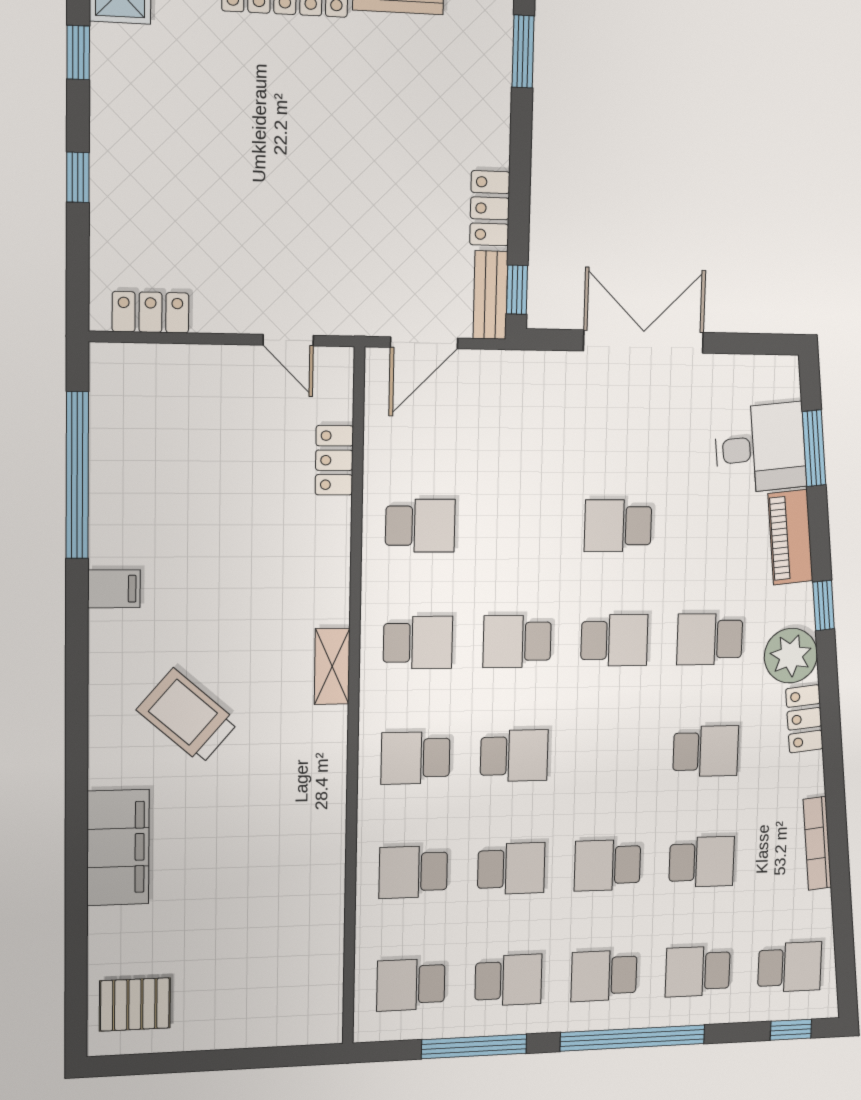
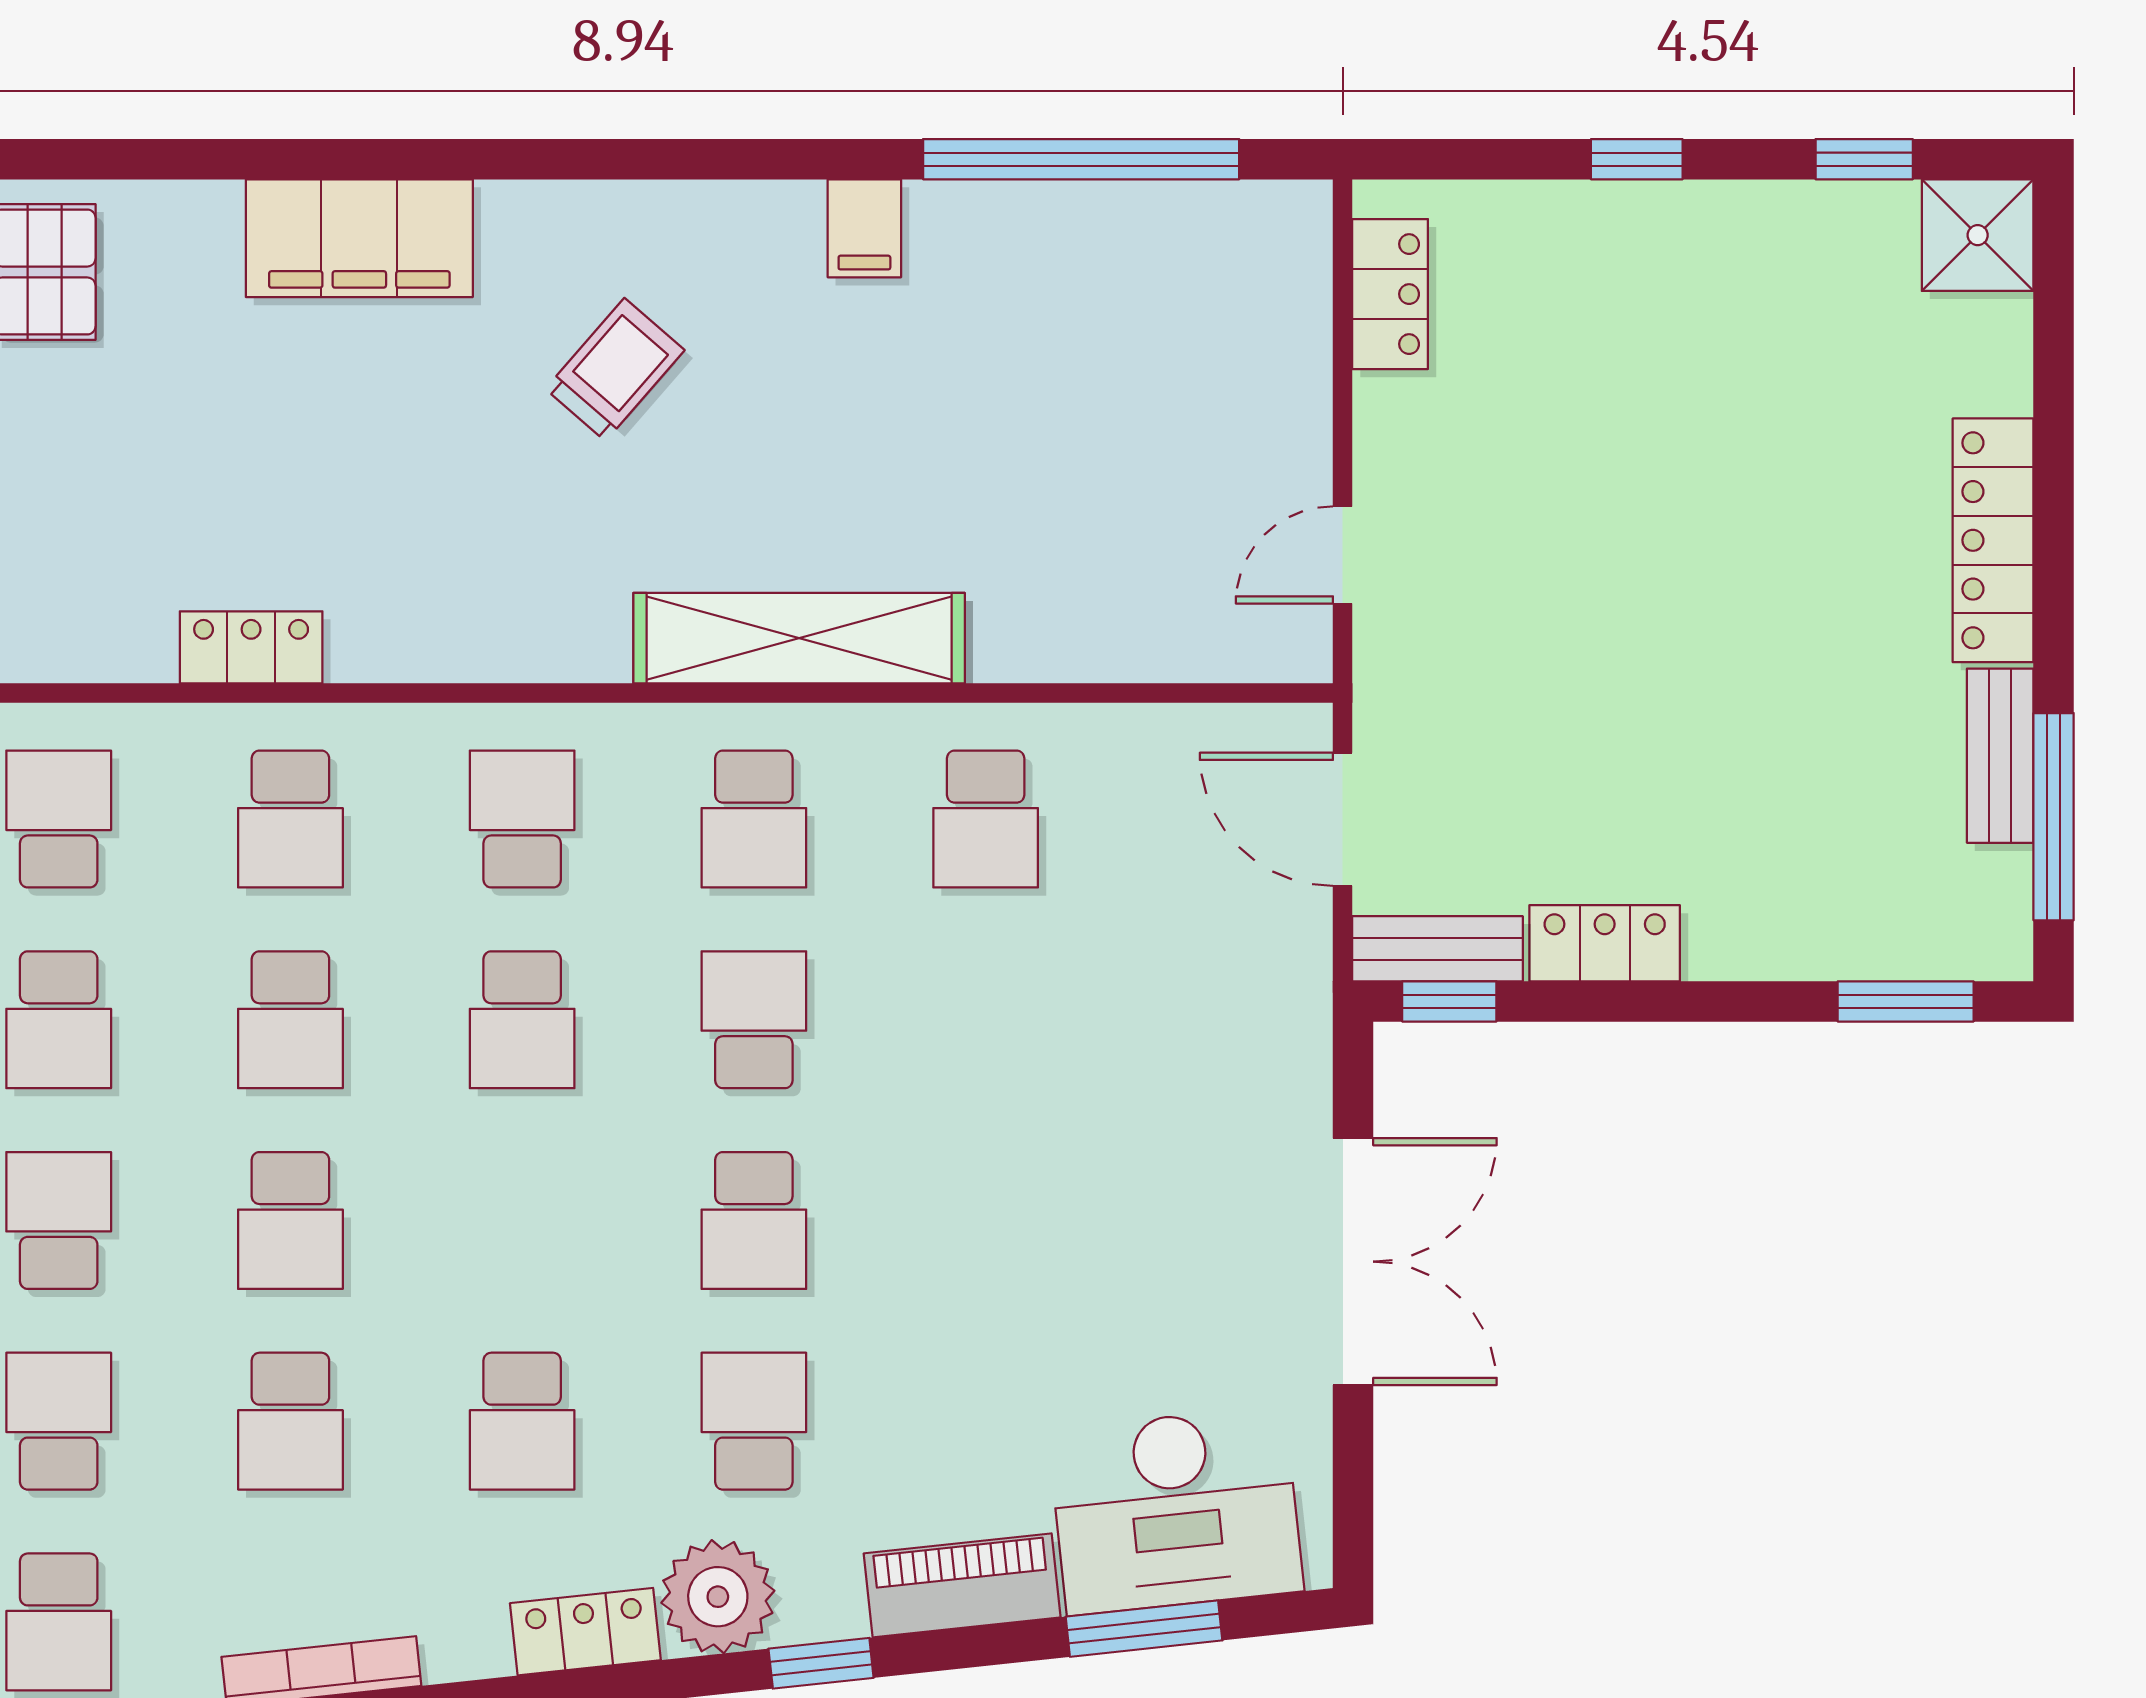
desk: (760, 448) -> (1176, 1511), width x1.37
locker: (334, 460) -> (251, 647), moved
school desk: (618, 526) -> (986, 1220), removed
shelving: (332, 666) -> (799, 638), width x2.20, depth x1.33
trolley: (188, 716) -> (615, 370), width x0.73, depth x0.72
school desk: (607, 865) -> (290, 1220), turned 180
school desk: (413, 872) -> (290, 819), turned 180

